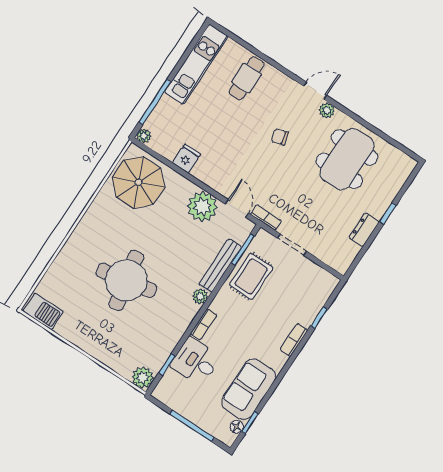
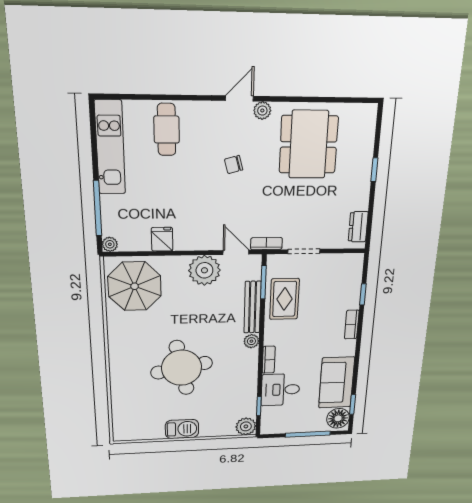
dresser: (364, 230) -> (358, 227), moved
barbecue: (43, 311) -> (182, 429), moved
floor lamp: (237, 427) -> (338, 418), width x1.89, depth x1.89

